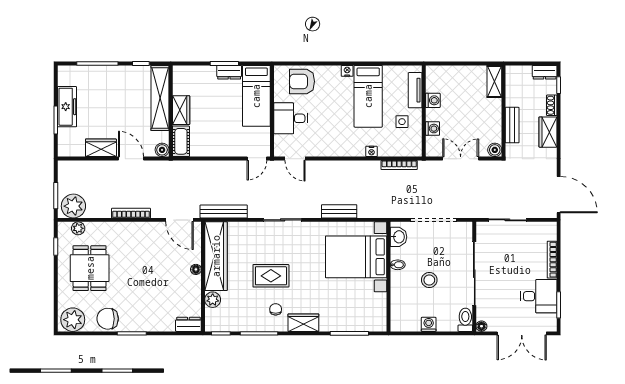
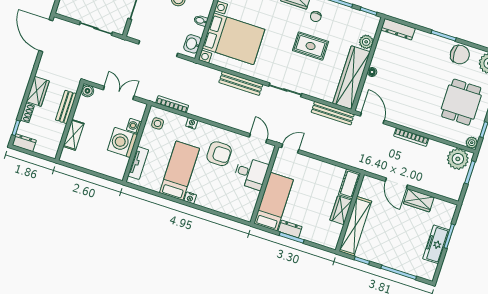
armchair: (302, 81) -> (219, 154), moved
shelving: (494, 81) -> (74, 135), moved
washing machine: (433, 100) -> (122, 142), width x1.89, depth x1.89
side table: (402, 122) -> (158, 123), moved
boiler: (162, 150) -> (368, 182), removed
double door: (461, 159) -> (119, 93), swing flipped
bench: (339, 211) -> (241, 83), width x1.36
plant: (78, 228) -> (472, 143), moved
dresser: (188, 324) -> (398, 29), width x1.44

